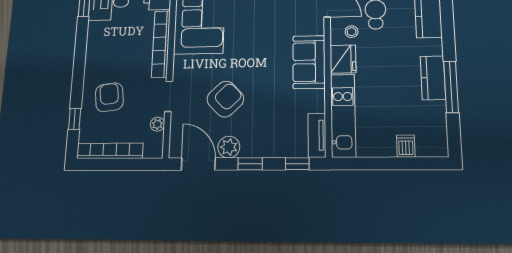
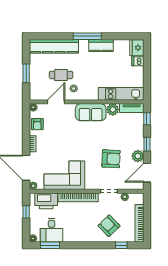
fridge: (343, 59) -> (137, 48), moved, turned -90
window: (451, 87) -> (87, 36), moved
armchair: (109, 97) -> (109, 226), turned 53
armchair: (225, 99) -> (111, 159), turned 137
plant: (314, 101) -> (113, 110), added

